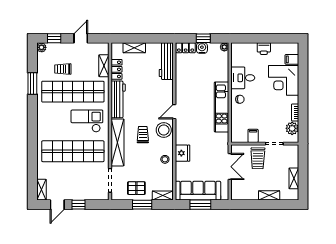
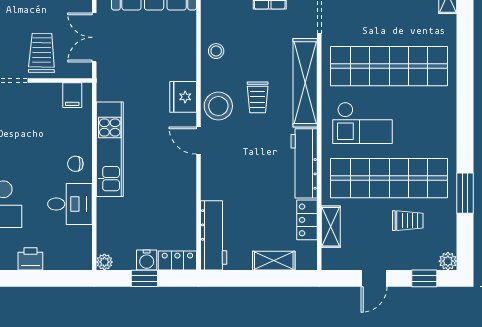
door: (174, 112) -> (198, 141), swing flipped
filing cabinet: (253, 136) -> (72, 95), moved
fridge: (183, 153) -> (183, 97), moved

